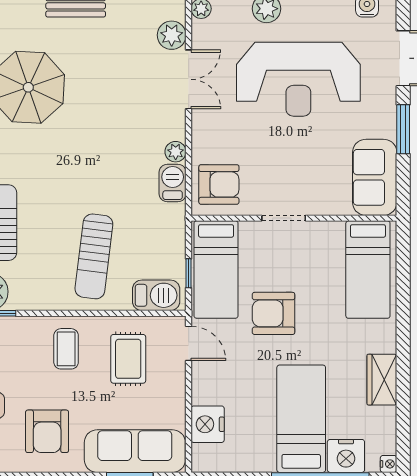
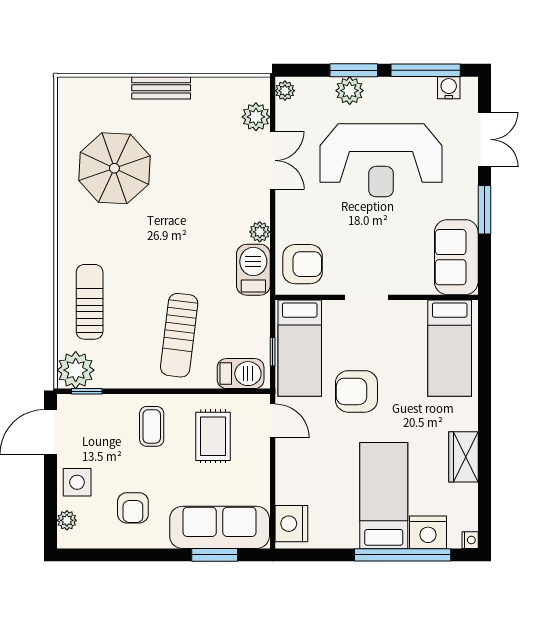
barbecue: (173, 183) -> (253, 270), width x1.38, depth x1.27
nightstand: (208, 424) -> (291, 524), moved
armchair: (47, 431) -> (133, 508), width x0.72, depth x0.72

